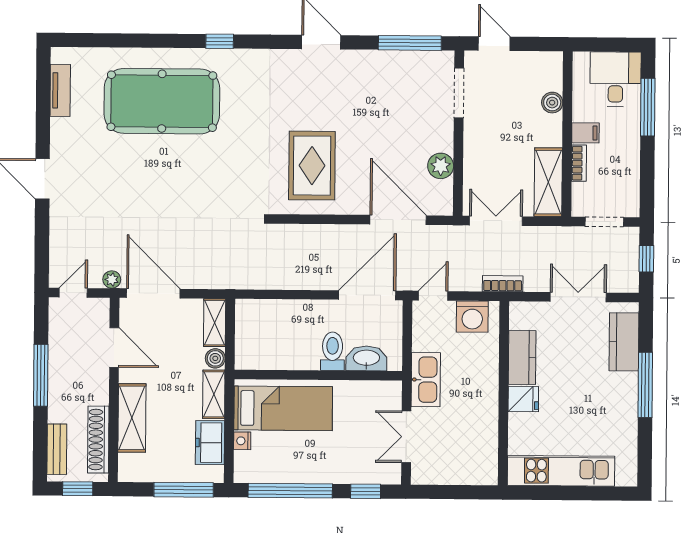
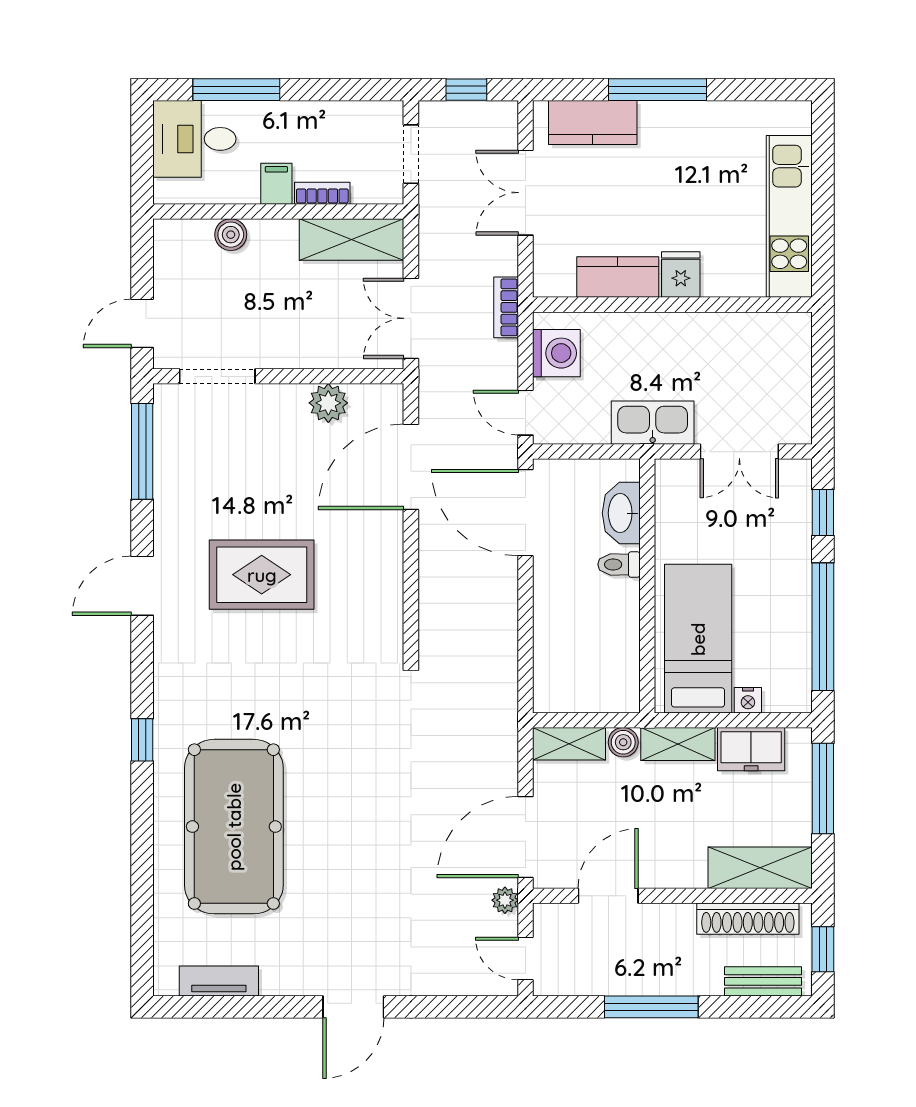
rug: (312, 166) -> (262, 575), moved
toilet: (333, 351) -> (619, 564), width x0.73, depth x0.72
shelving: (132, 418) -> (760, 868), moved

